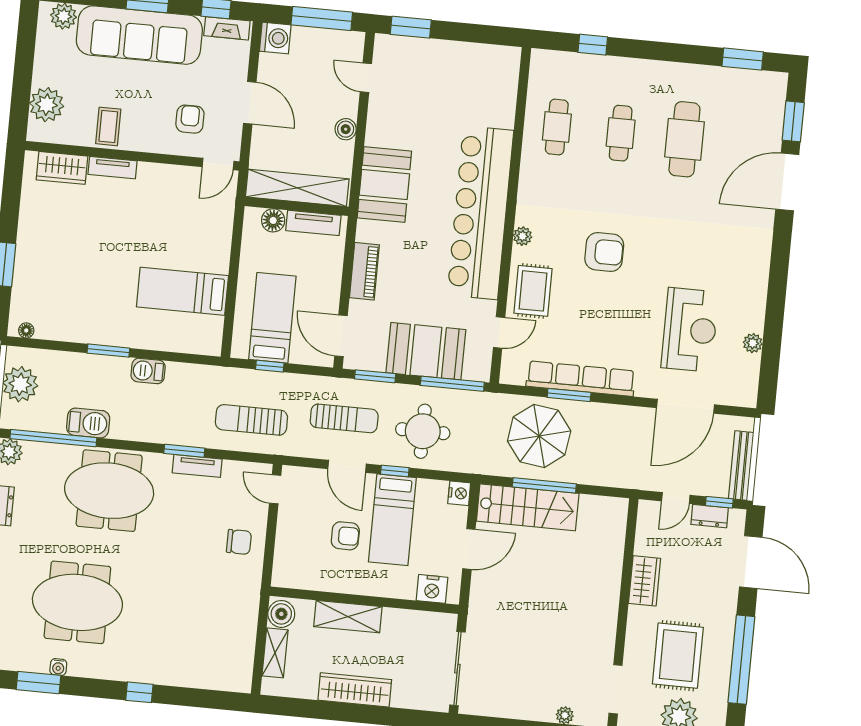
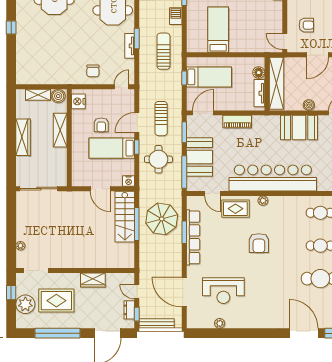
booth: (384, 185) -> (299, 128), moved
sun lounger: (251, 420) -> (163, 51), moved
nightstand: (432, 589) -> (78, 101), moved

